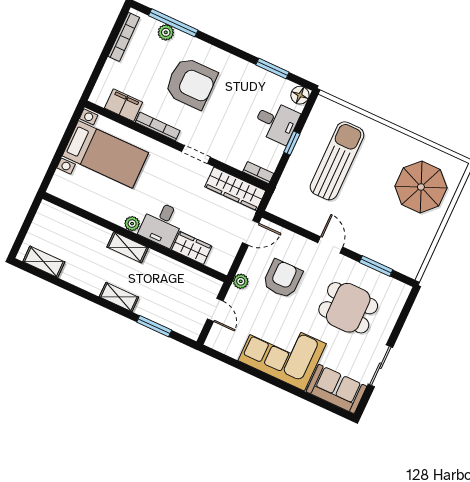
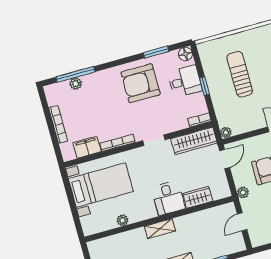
bookcase: (124, 37) -> (58, 124), moved
armchair: (191, 83) -> (141, 83), moved, turned 180
sun lounger: (337, 161) -> (240, 74), width x0.73, depth x0.75
plant: (274, 207) -> (226, 132), added
plant: (132, 224) -> (123, 220), moved
door: (215, 310) -> (242, 222), swing flipped

